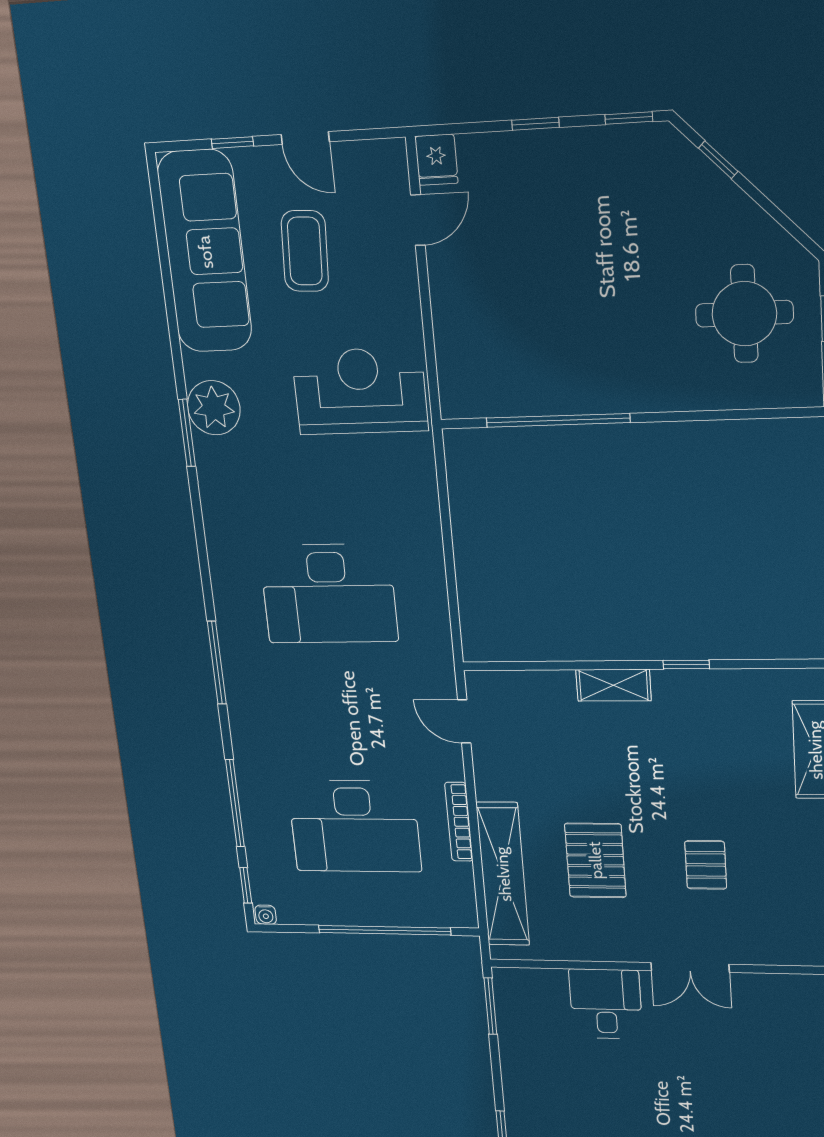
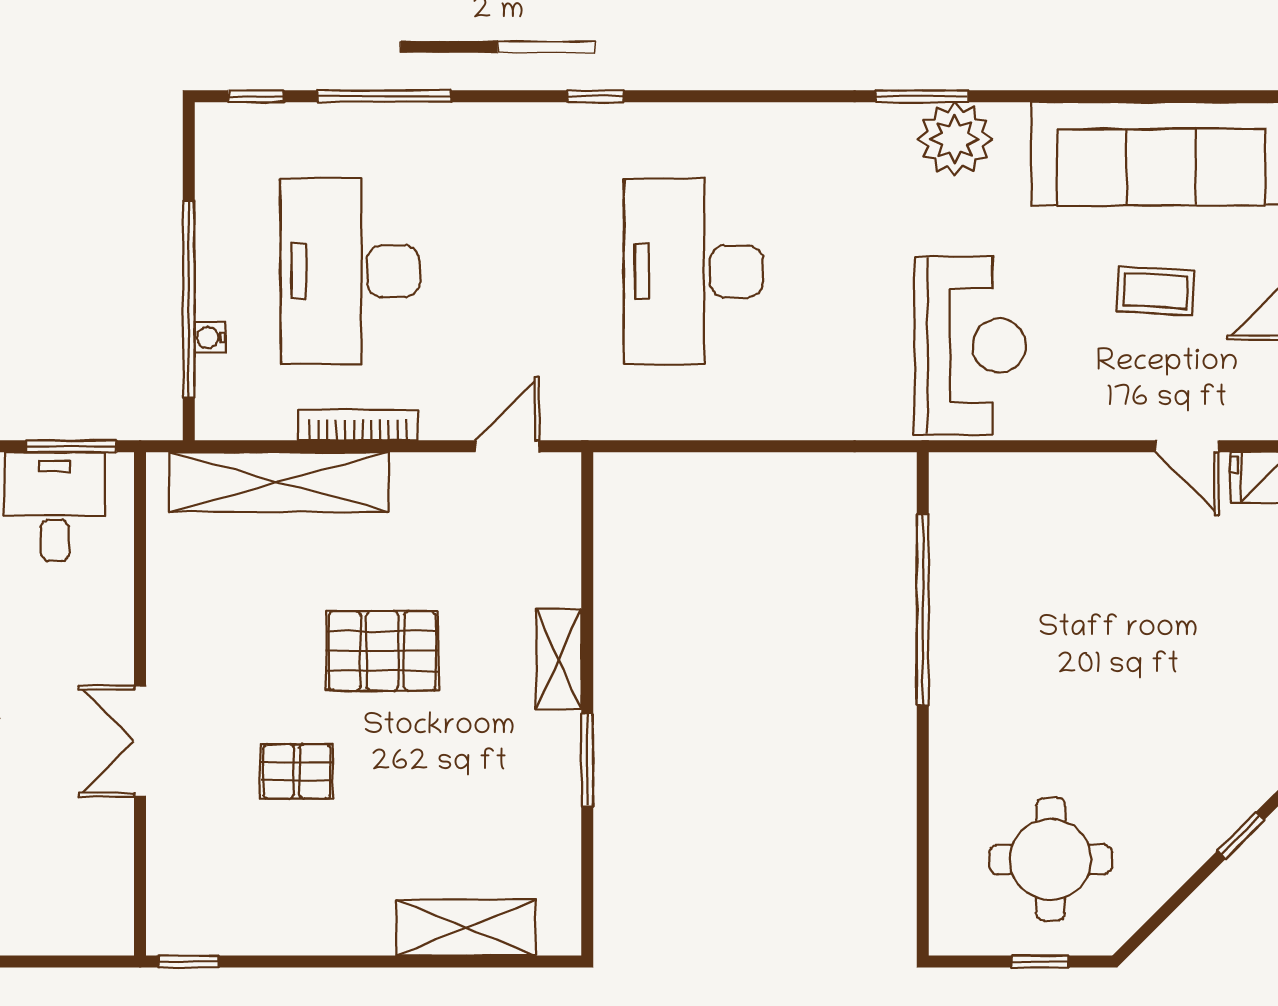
coffee table: (305, 251) -> (1155, 291), width x0.73, depth x0.77
window: (217, 663) -> (595, 96), width x0.46
window: (686, 665) -> (587, 760), width x1.50
pallet: (595, 860) -> (382, 651), moved
water cooler: (266, 915) -> (210, 338), moved
desk: (606, 1004) -> (55, 507), moved, turned -90

